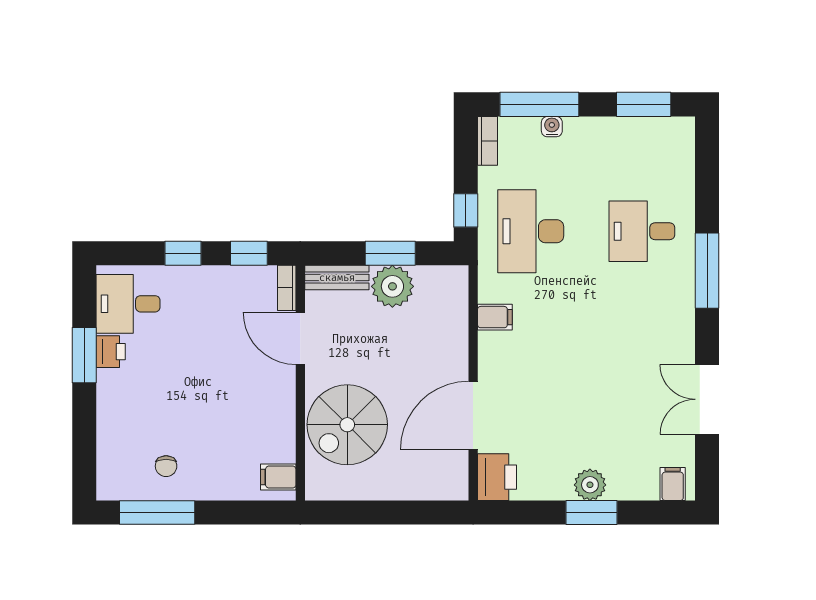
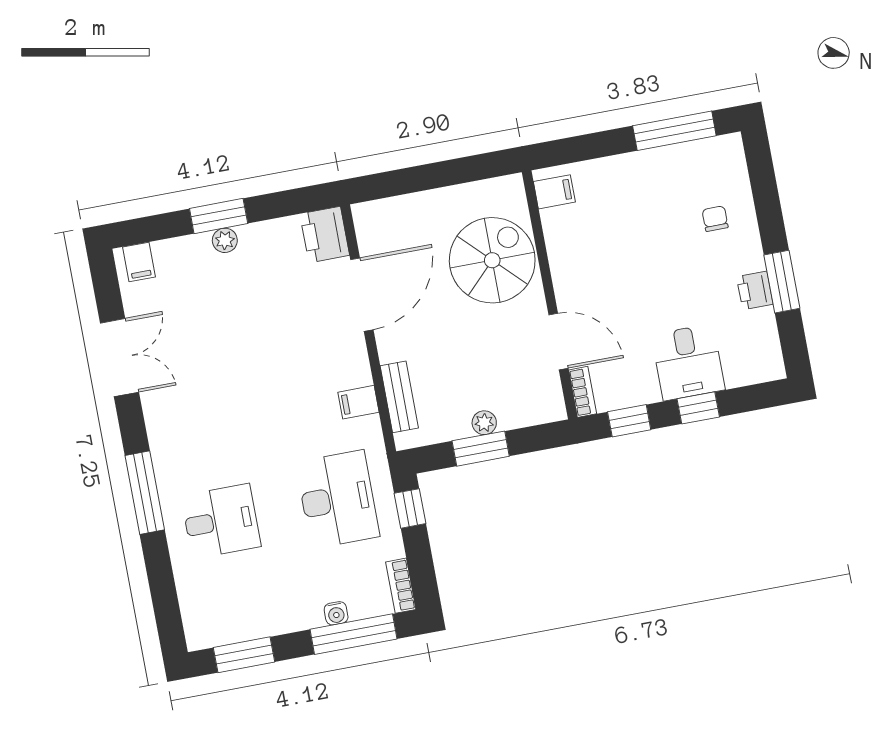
bench: (337, 278) -> (399, 397), moved, turned 90
plant: (392, 286) -> (484, 423), width x0.53, depth x0.53
desk: (128, 304) -> (688, 362), moved, turned 90
chair: (166, 466) -> (715, 219), moved
plant: (590, 485) -> (225, 240), width x0.73, depth x0.73

